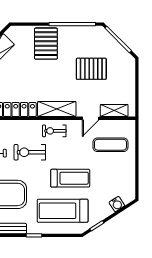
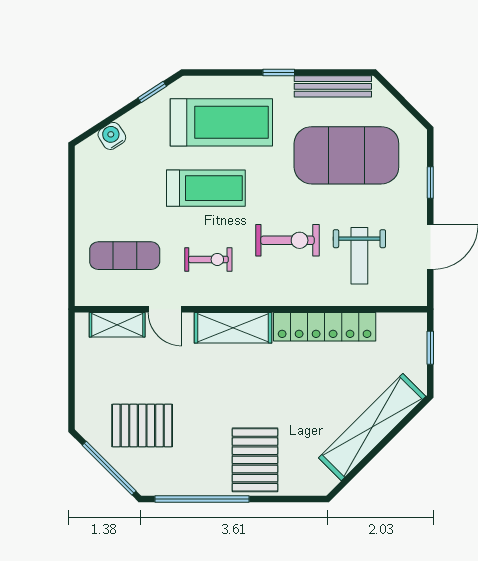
pallet: (91, 69) -> (142, 426), moved
door: (91, 118) -> (165, 309), swing flipped
exercise bike: (54, 131) -> (208, 259), moved
treadmill: (70, 178) -> (206, 188), turned 180

